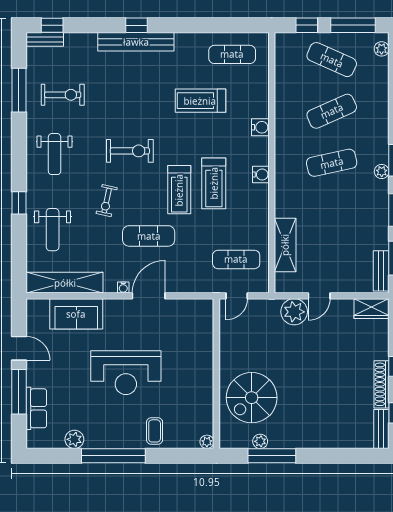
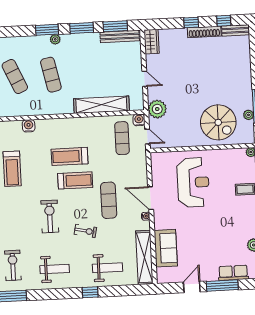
water cooler: (261, 175) -> (139, 120), moved
treadmill: (214, 183) -> (70, 156), turned 180
shelving: (285, 245) -> (101, 105), width x1.47
bench: (381, 271) -> (120, 36), width x1.36
plant: (294, 312) -> (157, 109), moved
reception desk: (126, 373) -> (193, 182), moved

